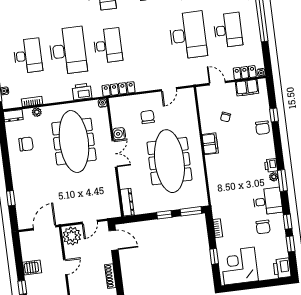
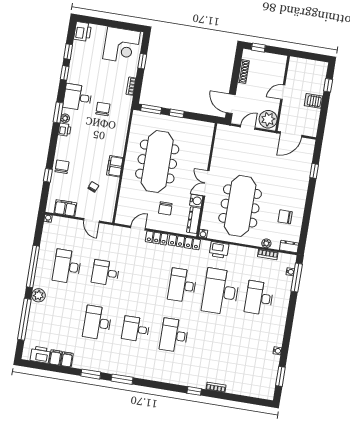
desk: (188, 35) -> (105, 273), width x0.53, depth x0.77
locker: (245, 72) -> (157, 238), moved
dresser: (127, 202) -> (194, 220), moved
chair: (263, 227) -> (103, 109), moved

